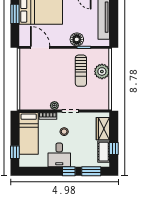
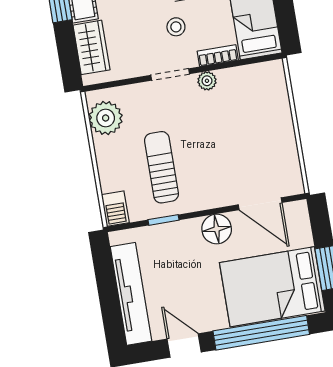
floor lamp: (77, 39) -> (217, 229), moved
barbecue: (104, 56) -> (115, 209), added
plant: (102, 71) -> (106, 118), moved

